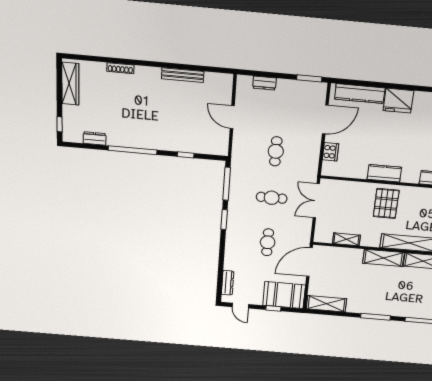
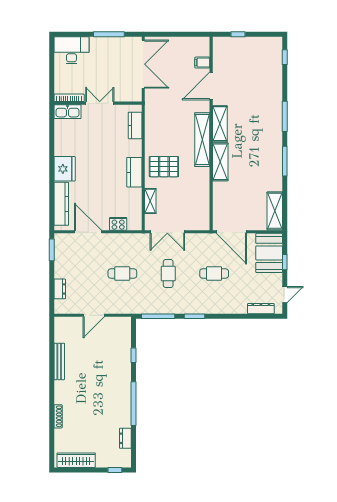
shelving: (346, 239) -> (150, 201), moved

